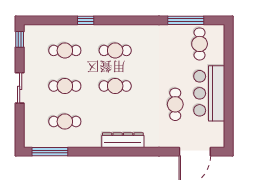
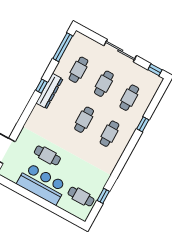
window: (186, 20) -> (103, 196), width x0.46
sliding door: (20, 88) -> (120, 51), width x1.37
dresser: (123, 140) -> (49, 91), moved
window: (104, 152) -> (41, 86), added

